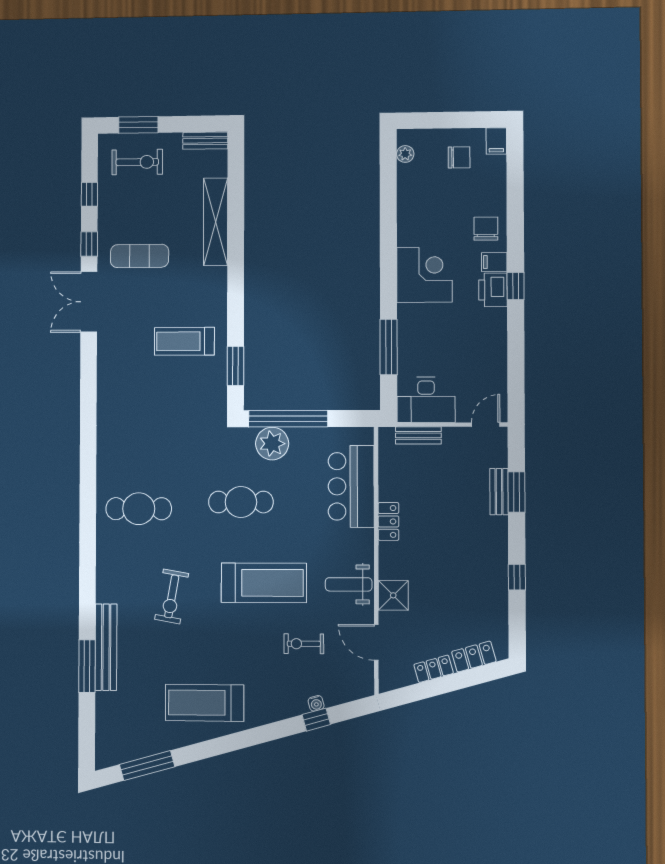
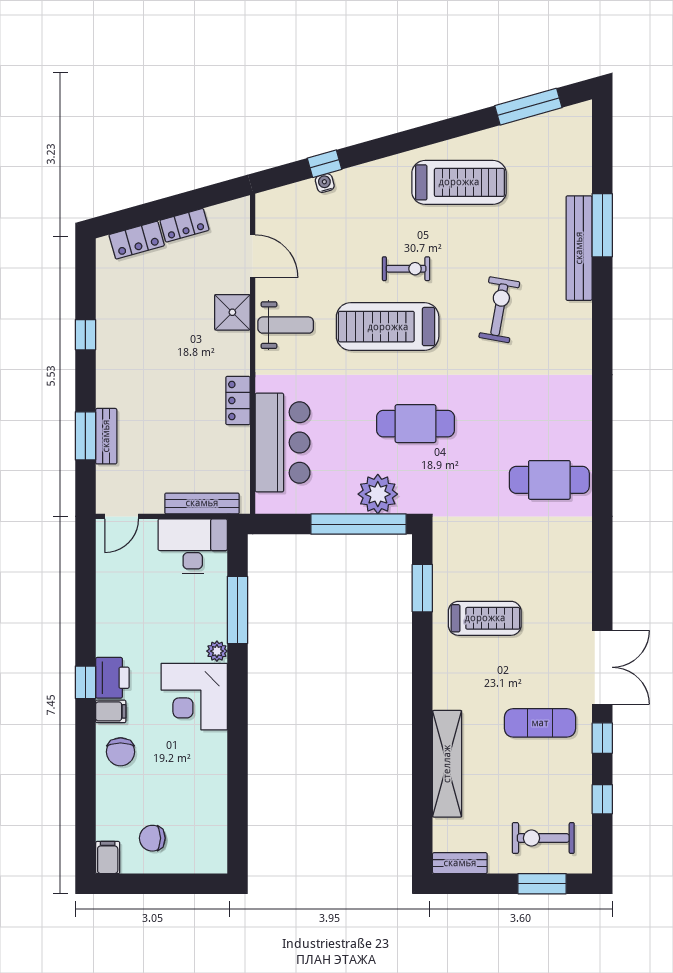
plant: (405, 154) -> (217, 651), moved
bench: (418, 435) -> (202, 503), width x1.36
cafe table: (139, 509) -> (549, 480), moved
exercise bike: (304, 644) -> (406, 269), moved

